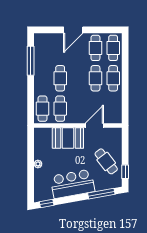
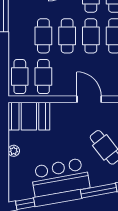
cafe table: (78, 78) -> (67, 36), added
door: (94, 126) -> (89, 99), hinge flipped
booth: (68, 138) -> (29, 116), moved

